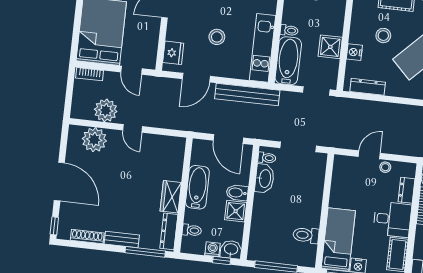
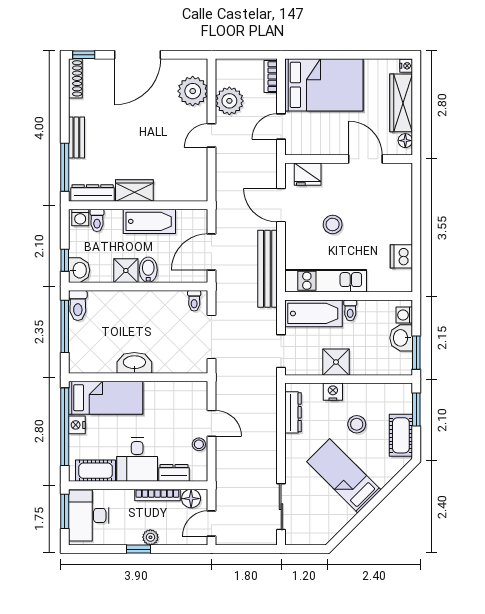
washbasin: (265, 178) -> (134, 363), moved, turned 180
toilet: (306, 235) -> (78, 305), moved, turned 180
shoe rack: (87, 237) -> (75, 78), moved
washing machine: (213, 249) -> (80, 218), moved, turned 90

